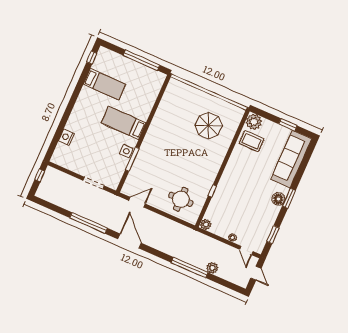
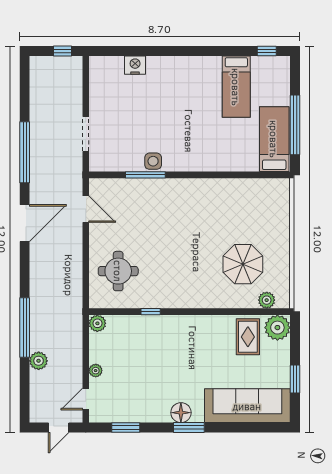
plant: (235, 121) -> (267, 300), added
bed: (124, 123) -> (274, 139), moved

